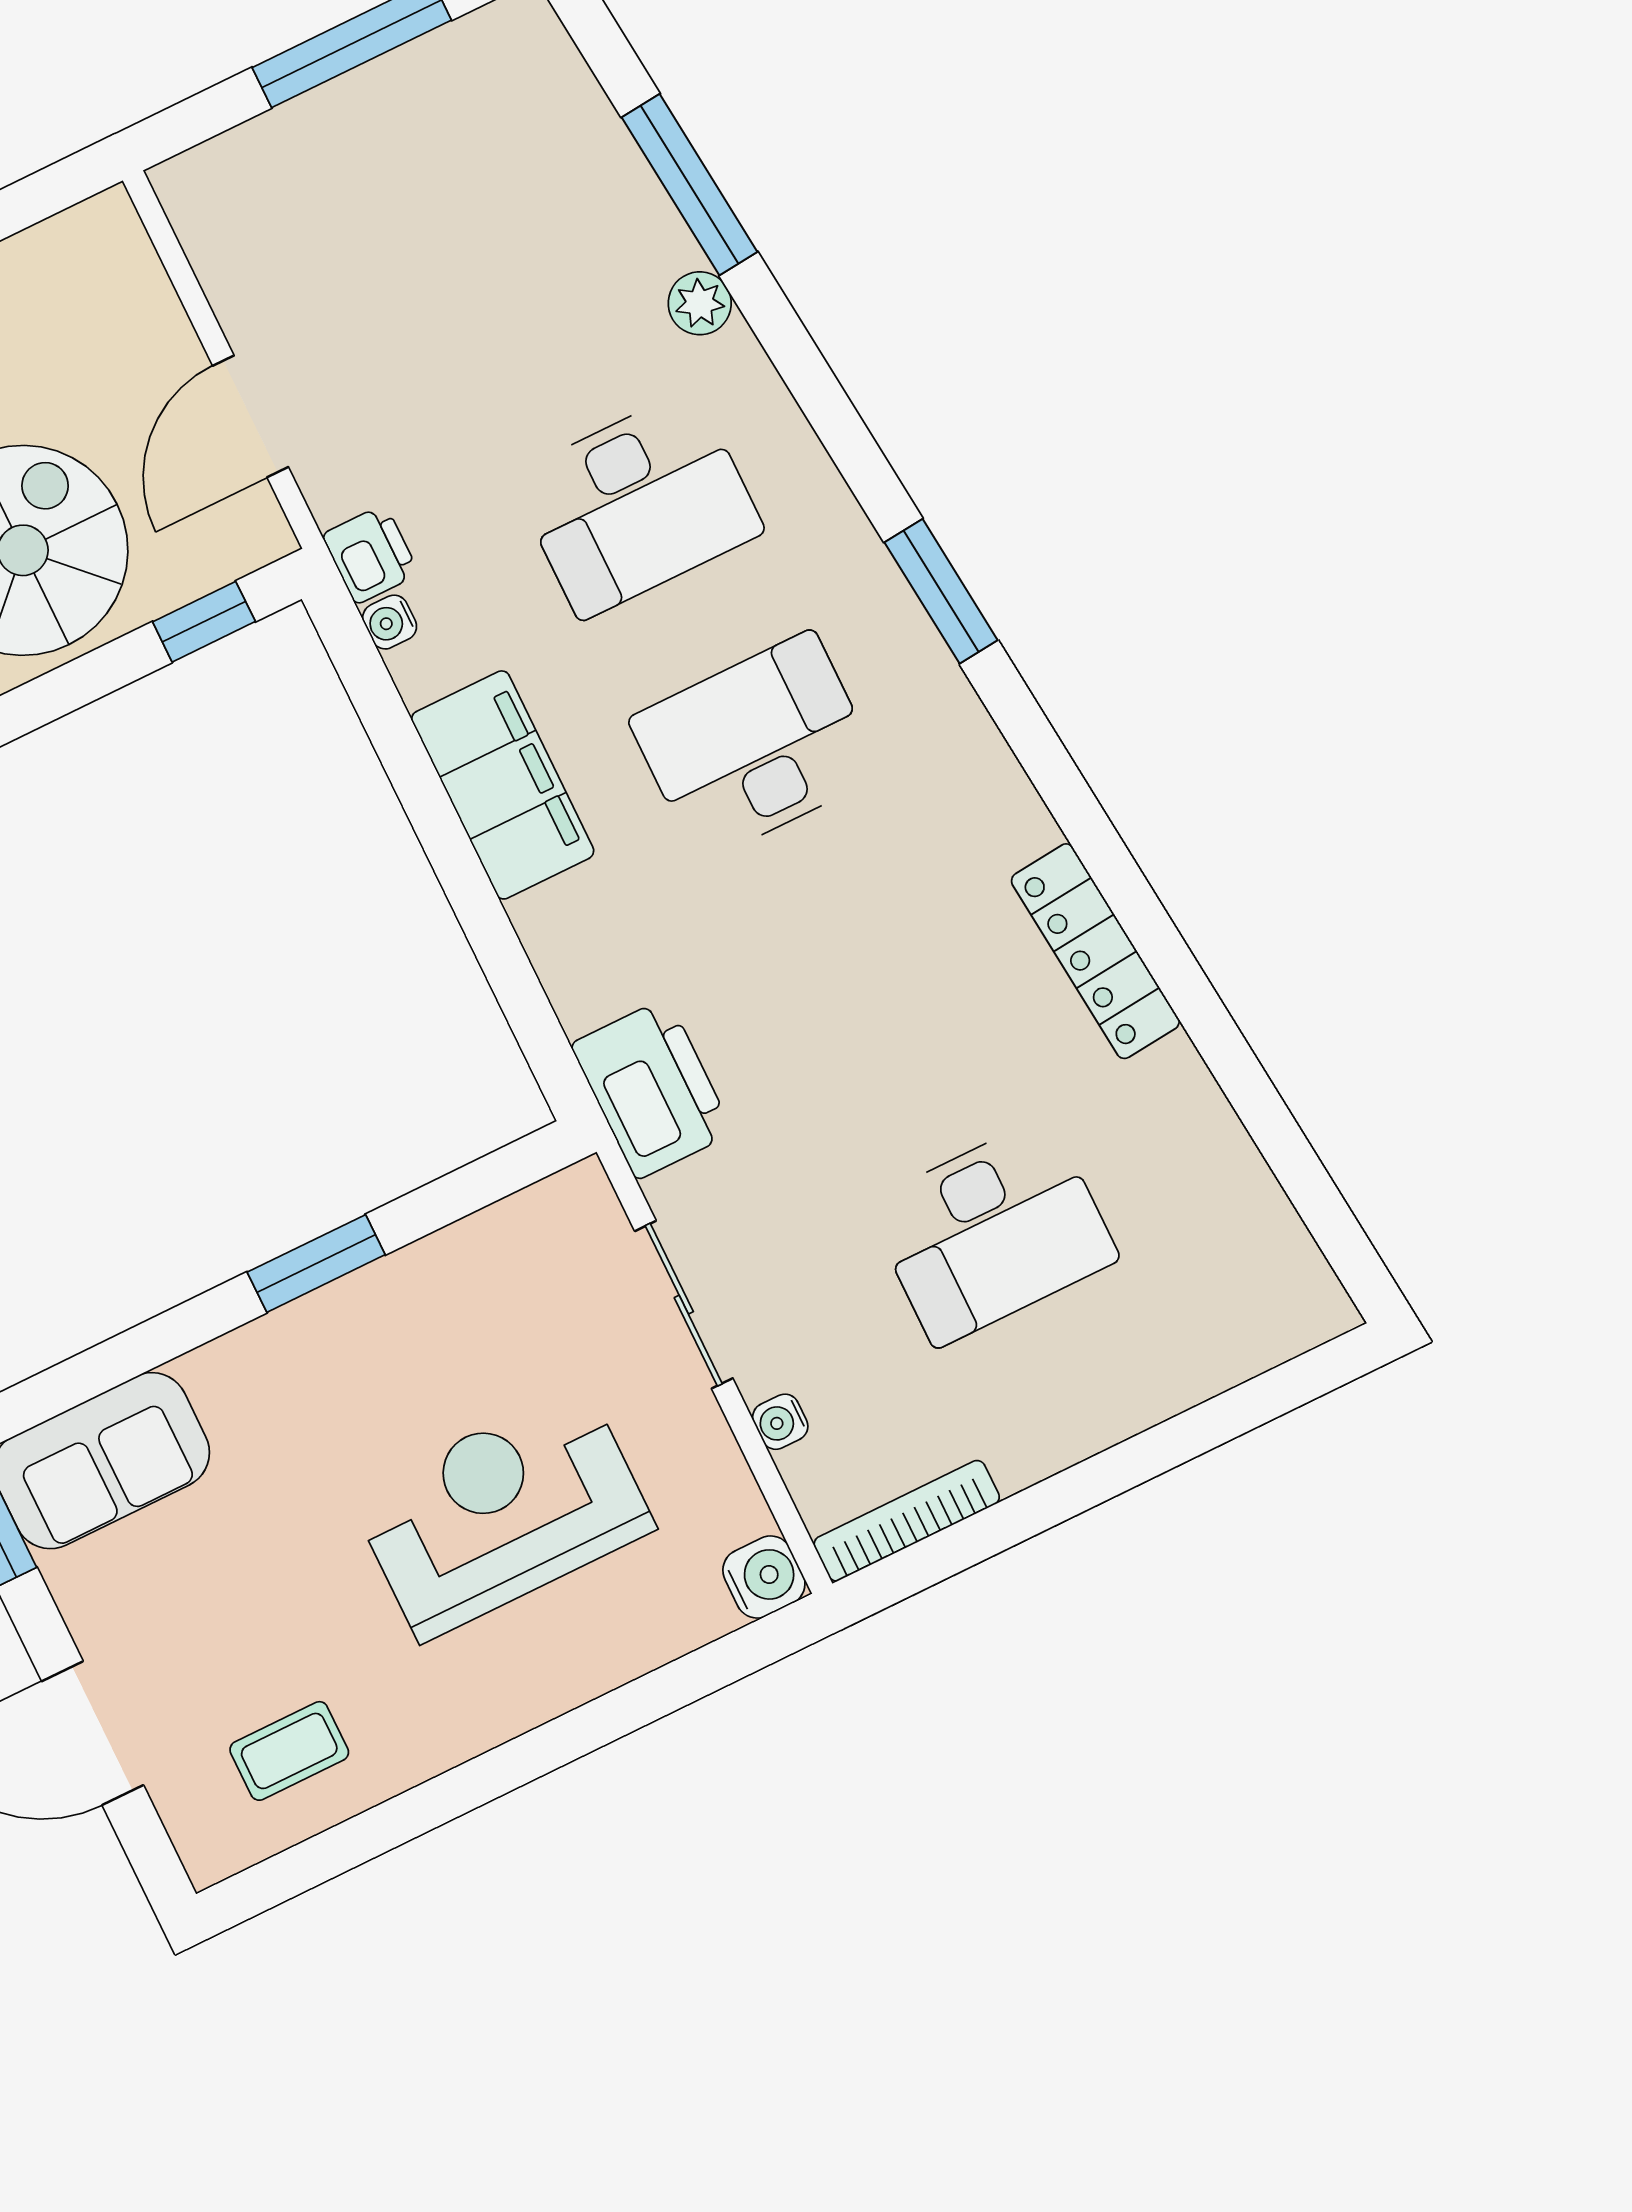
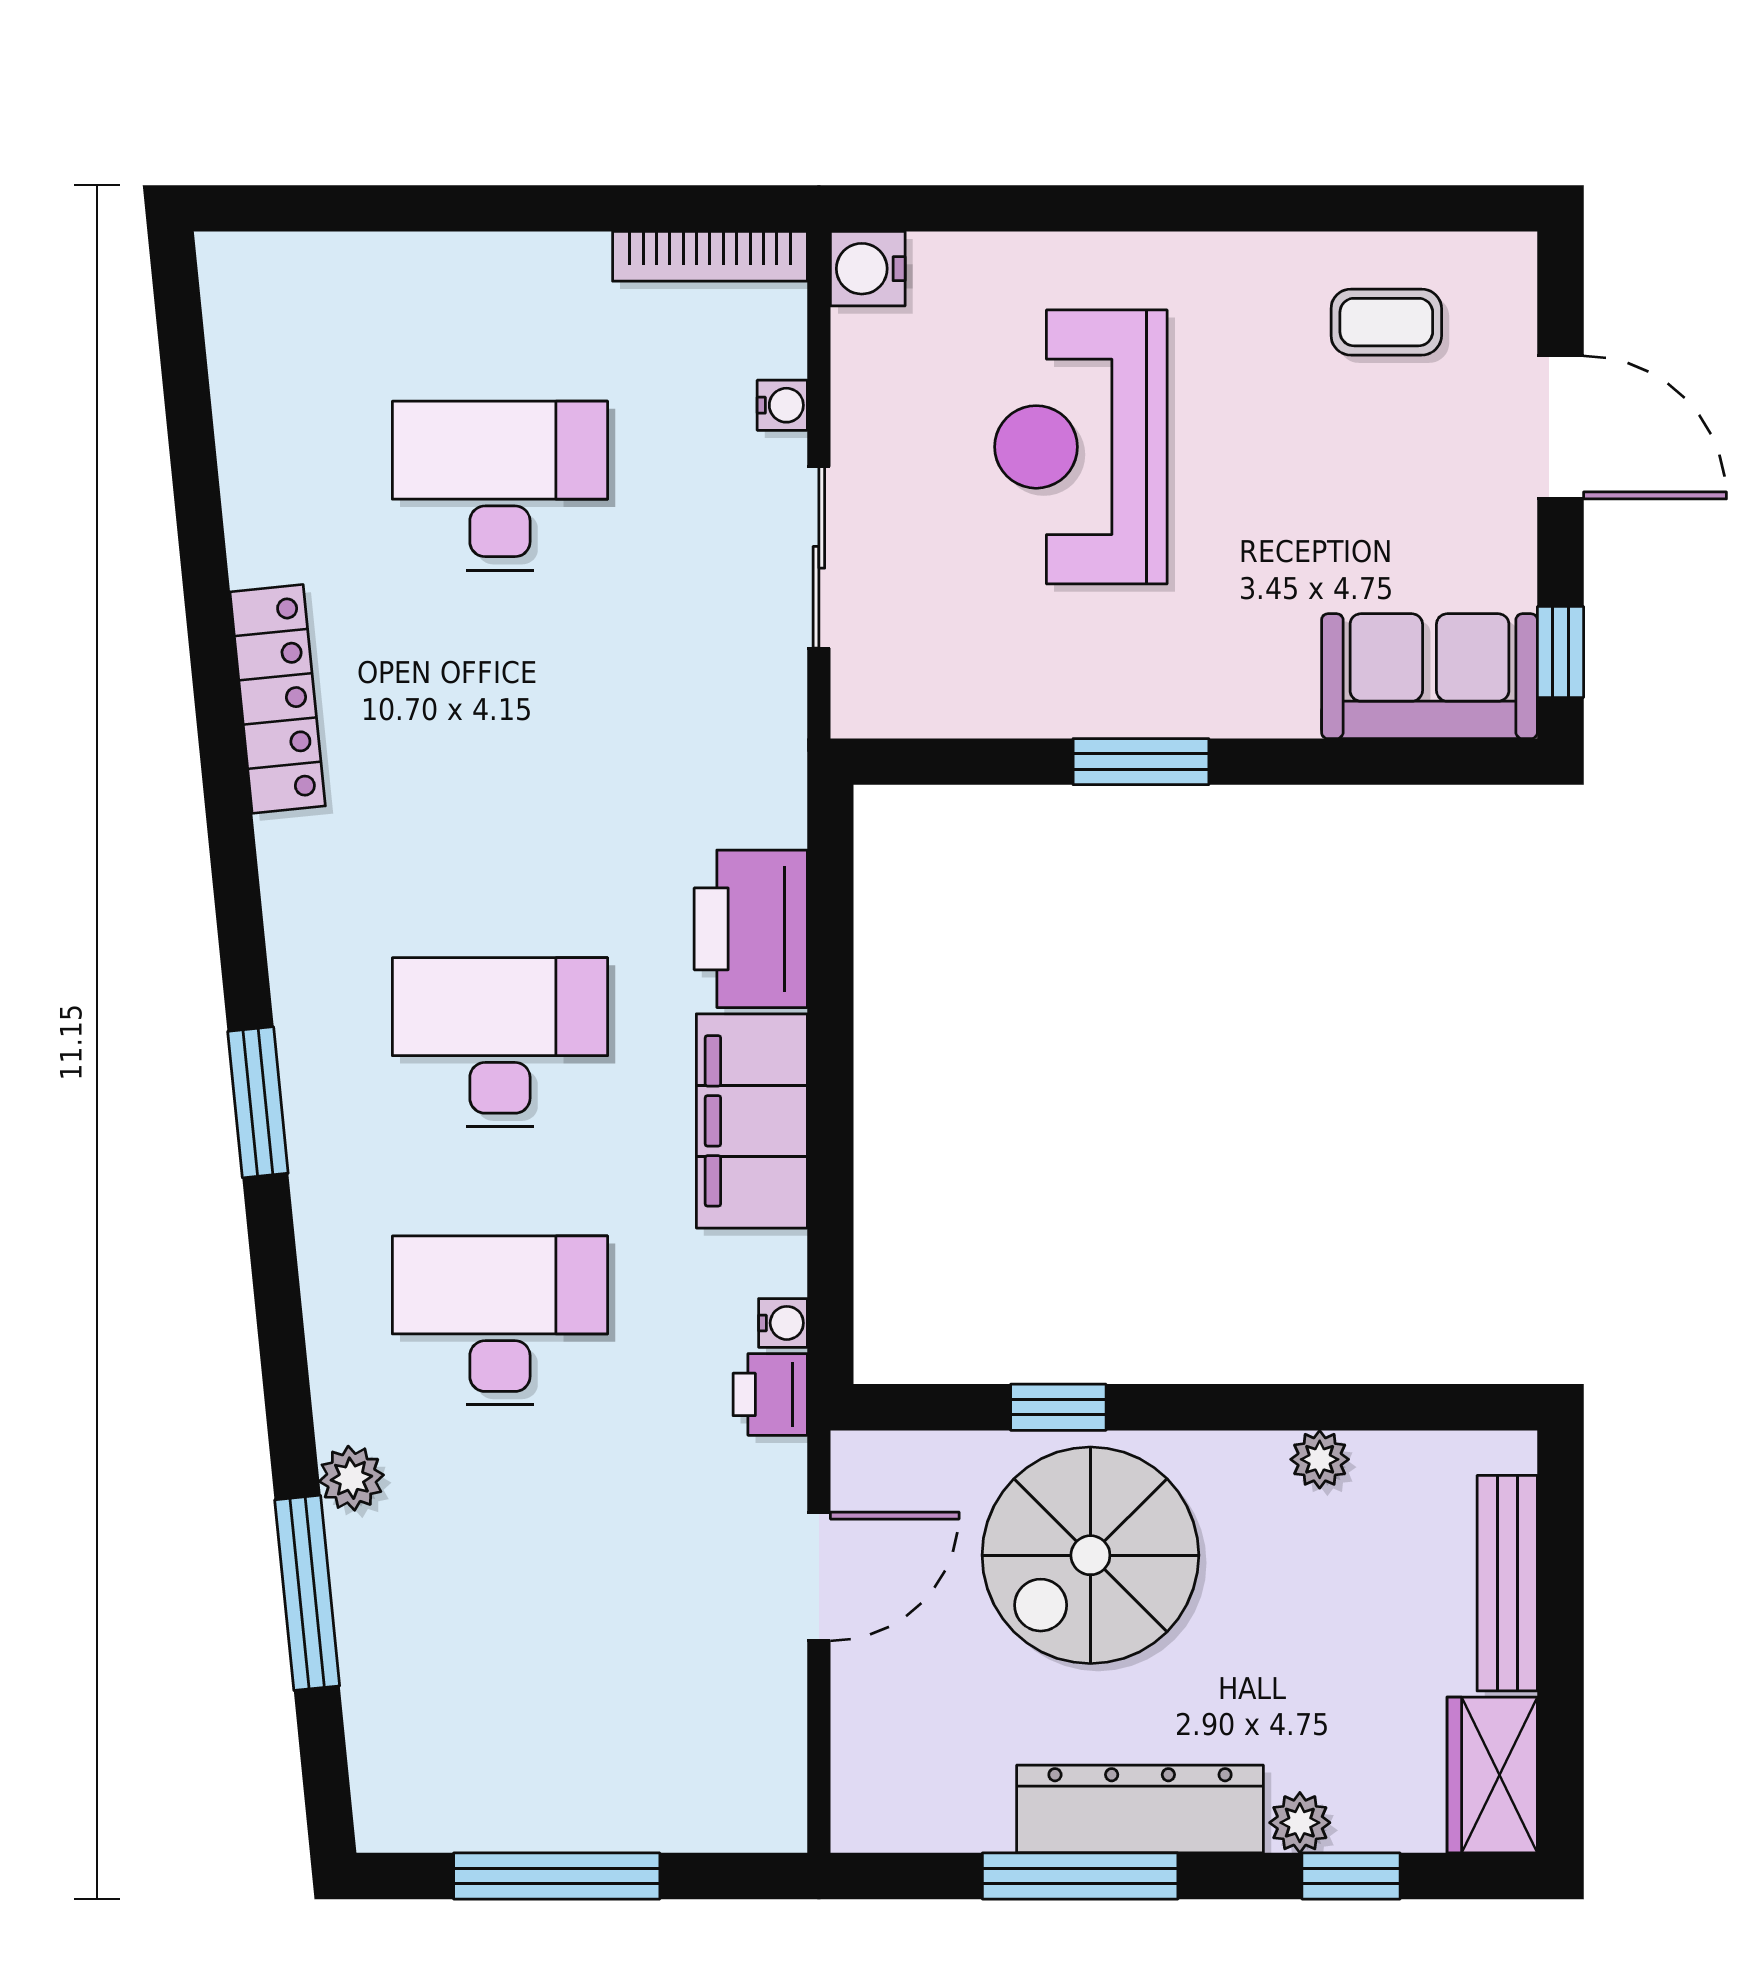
window: (204, 622) -> (1058, 1407), moved
desk: (756, 746) -> (500, 1042), turned 180
printer: (652, 1089) -> (751, 929), moved
reception desk: (502, 1512) -> (1081, 447), turned 90

